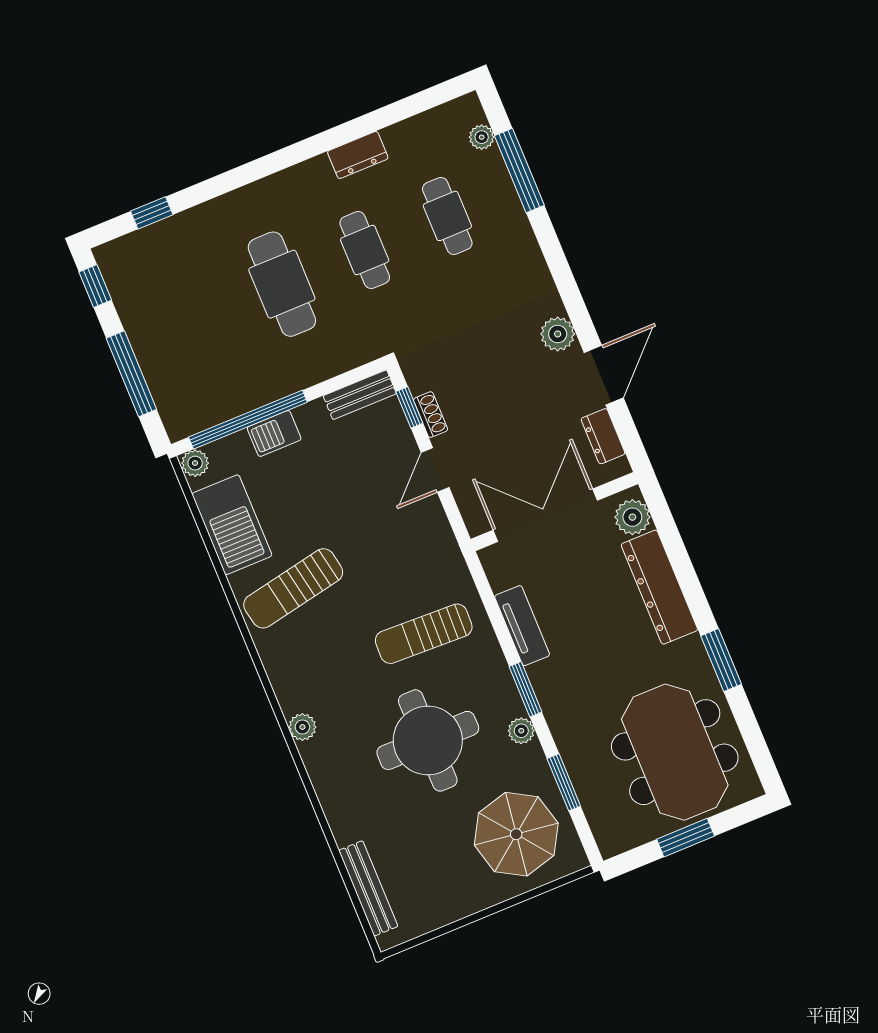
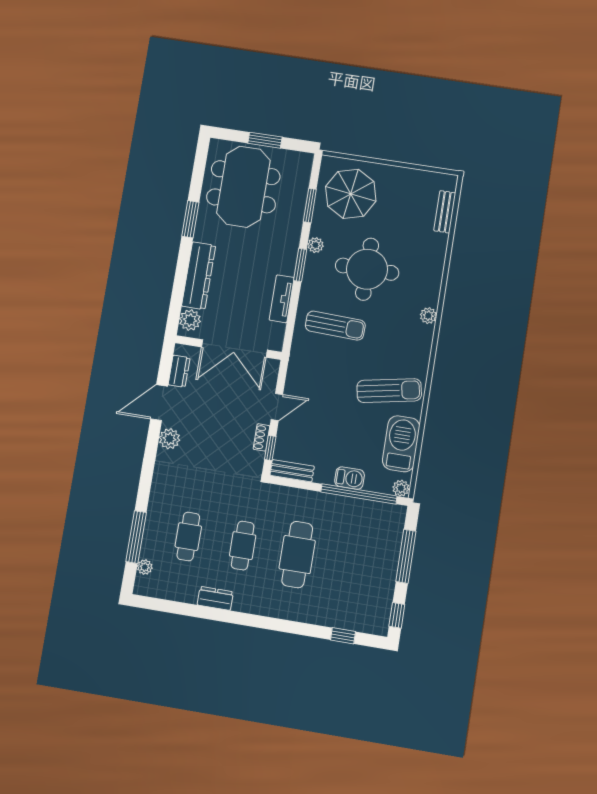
bench: (368, 888) -> (445, 212), width x0.73

